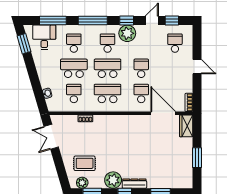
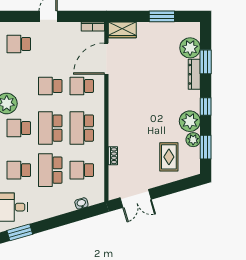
plant: (172, 180) -> (190, 48), added
plant: (82, 183) -> (193, 140), moved
dresser: (134, 184) -> (194, 74), moved

